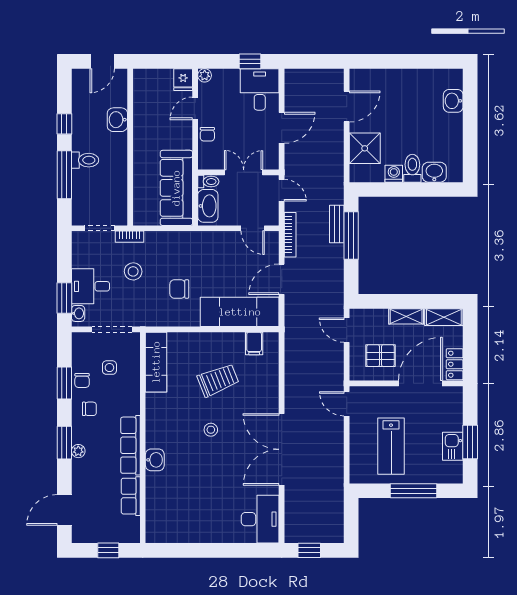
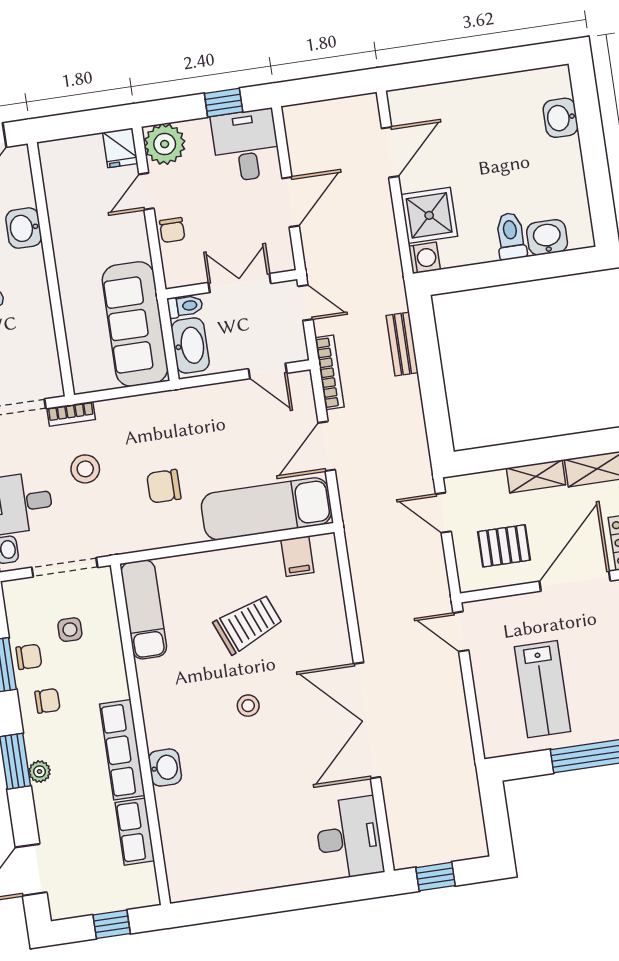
plant: (205, 75) -> (165, 144), width x1.87, depth x1.87
washing machine: (394, 174) -> (424, 258), moved, turned 90
window: (351, 236) -> (428, 359), removed
chair: (82, 380) -> (29, 657), turned -90

